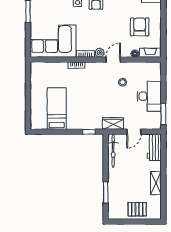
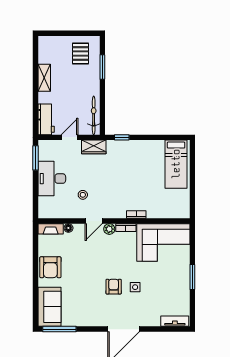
armchair: (140, 27) -> (50, 267), moved
bed: (57, 109) -> (176, 164), moved
pallet: (137, 209) -> (81, 53), moved, turned 90

